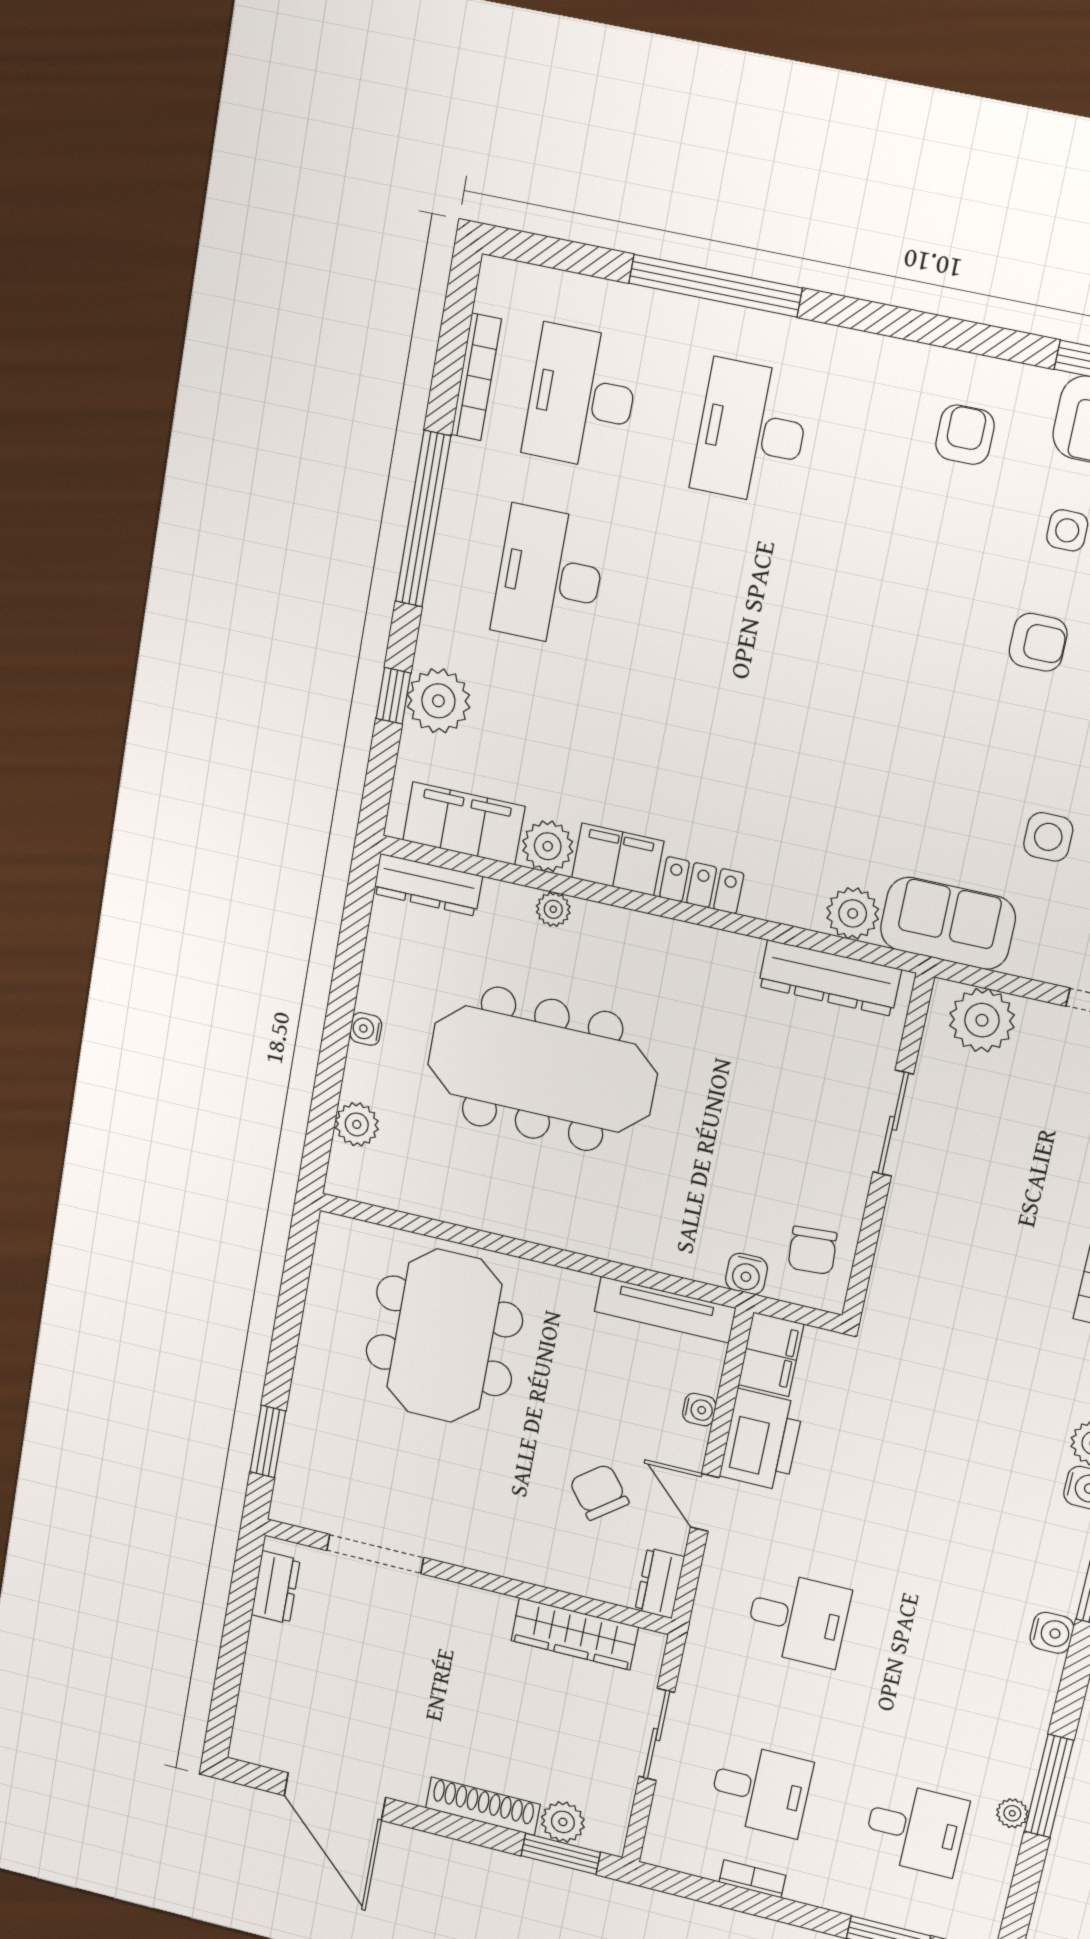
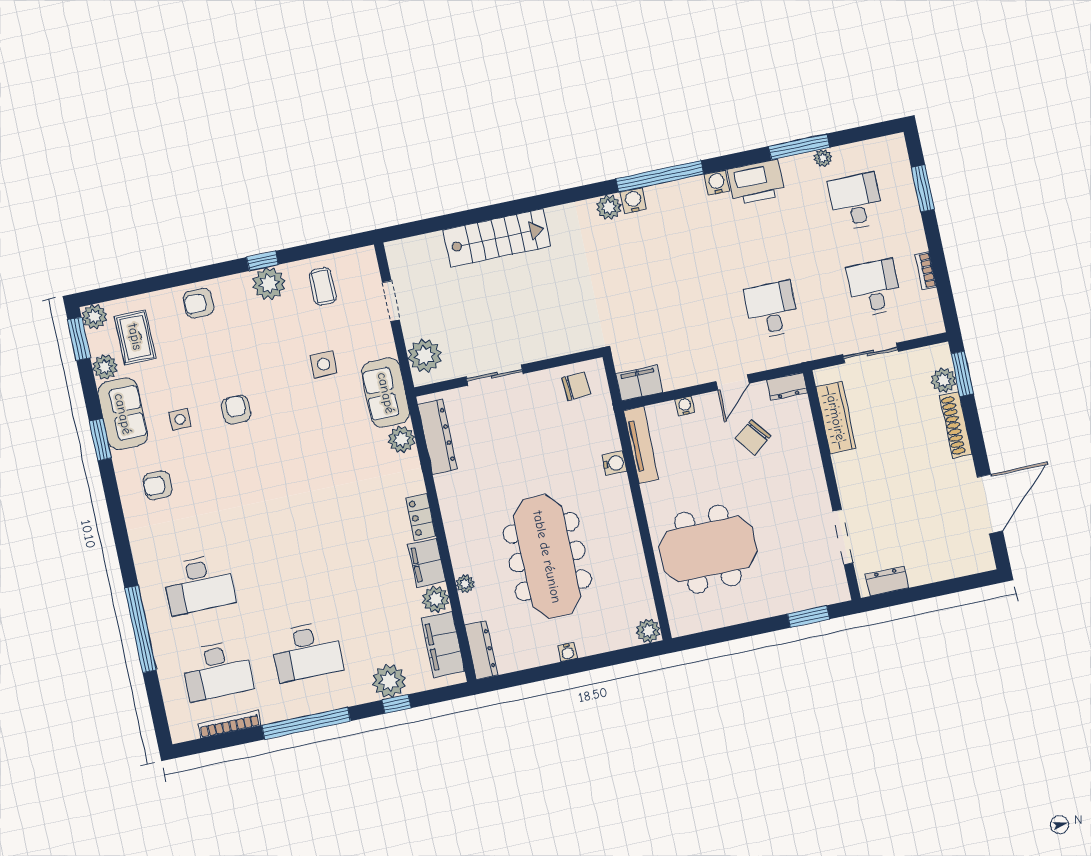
plant: (357, 1124) -> (648, 631), moved
water cooler: (746, 1274) -> (614, 463), moved
printer: (762, 1440) -> (756, 182), moved, turned 180

